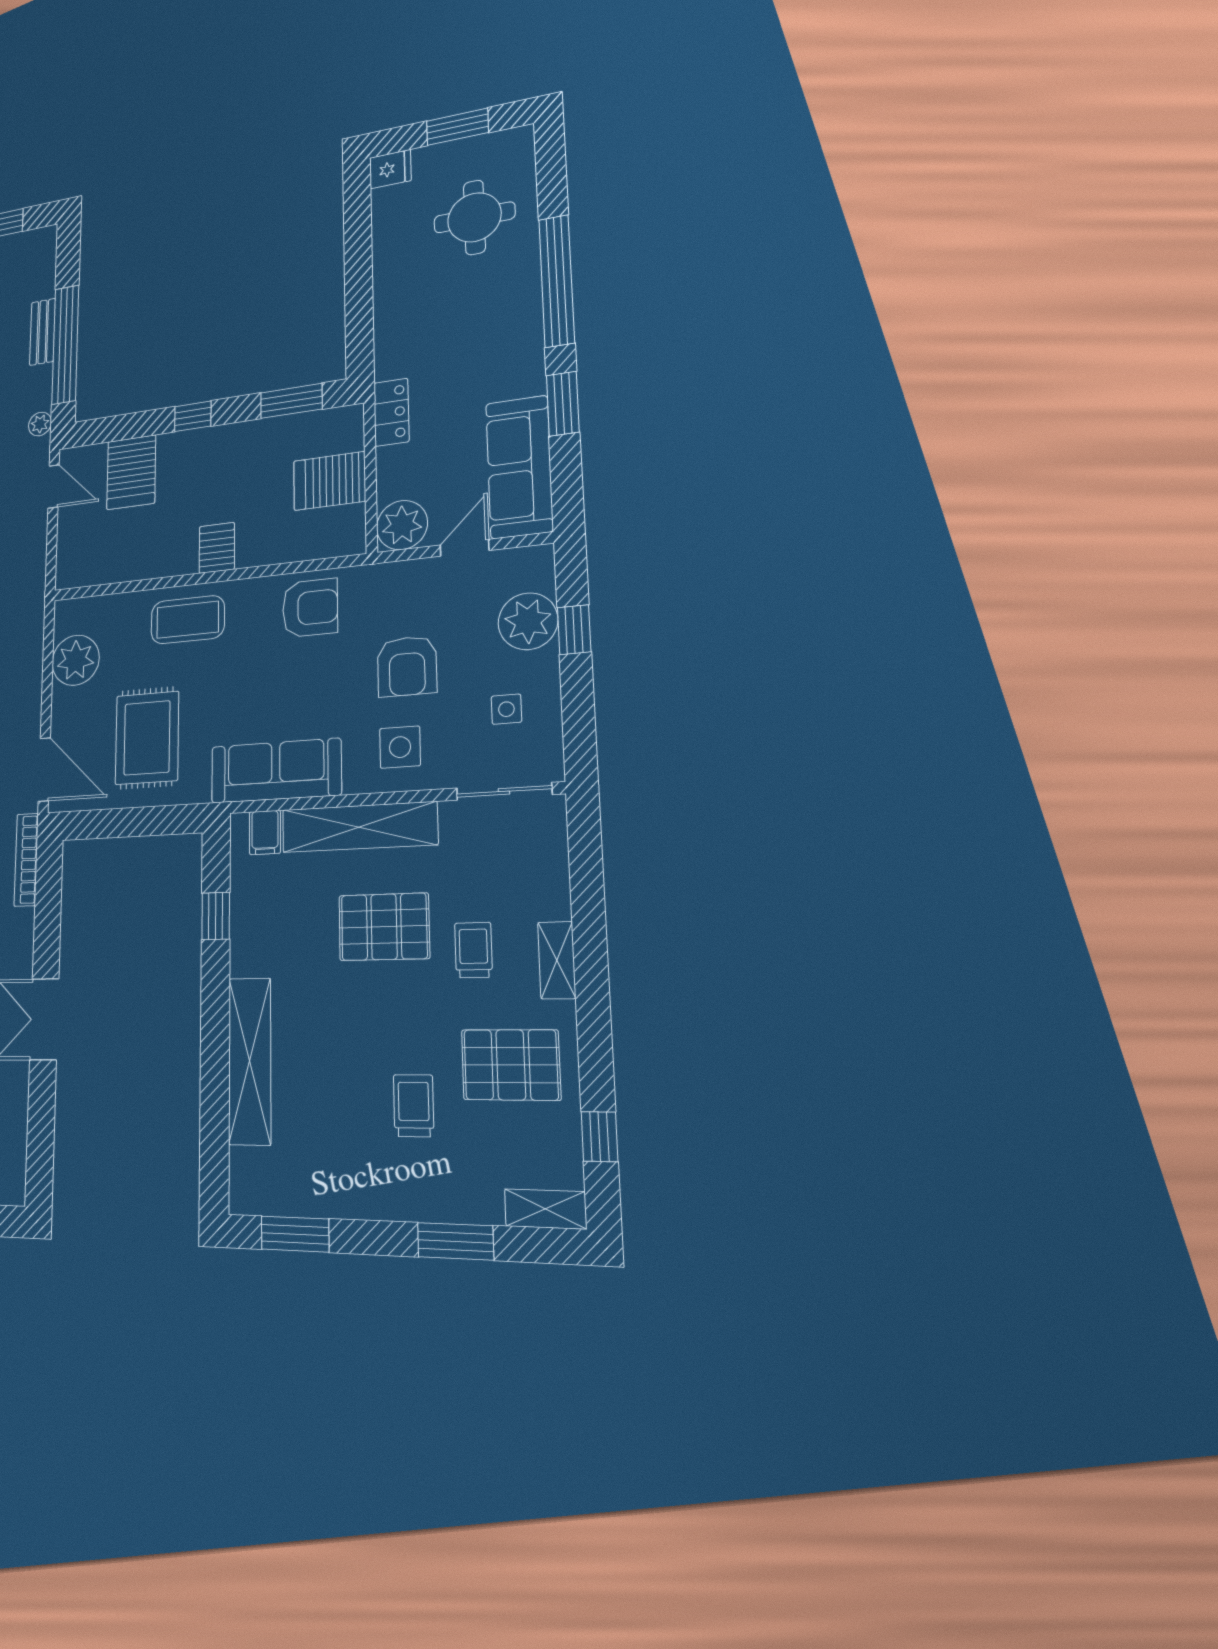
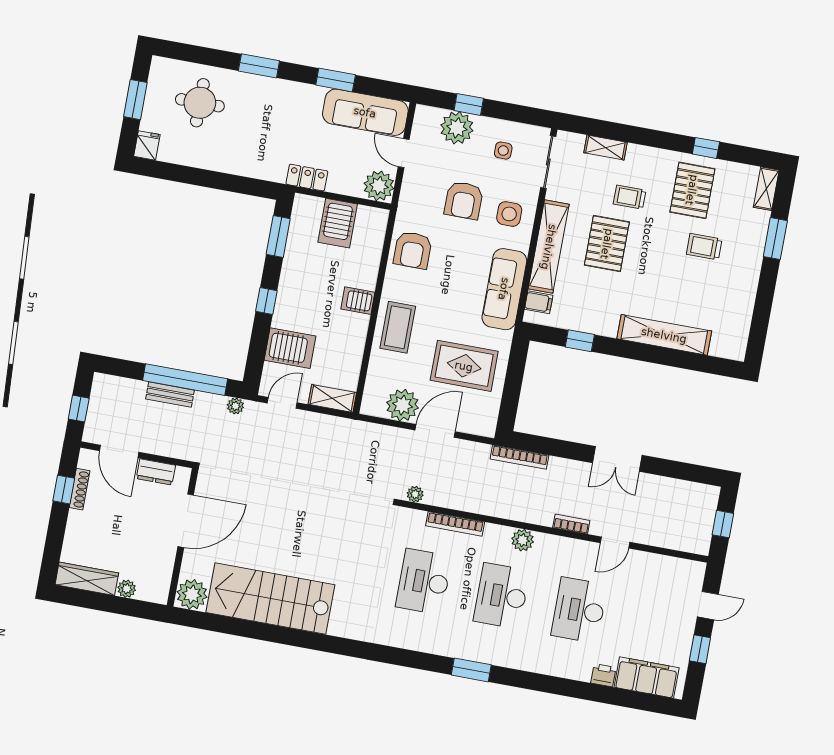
window: (557, 281) -> (259, 66), width x0.47
shelving: (70, 555) -> (332, 398), added
armchair: (310, 608) -> (413, 250), turned 180
armchair: (407, 666) -> (464, 200), turned 90
door: (44, 769) -> (435, 431), moved
shelving: (557, 960) -> (605, 147), moved
window: (599, 1137) -> (706, 148), moved
window: (295, 1234) -> (759, 326), removed

